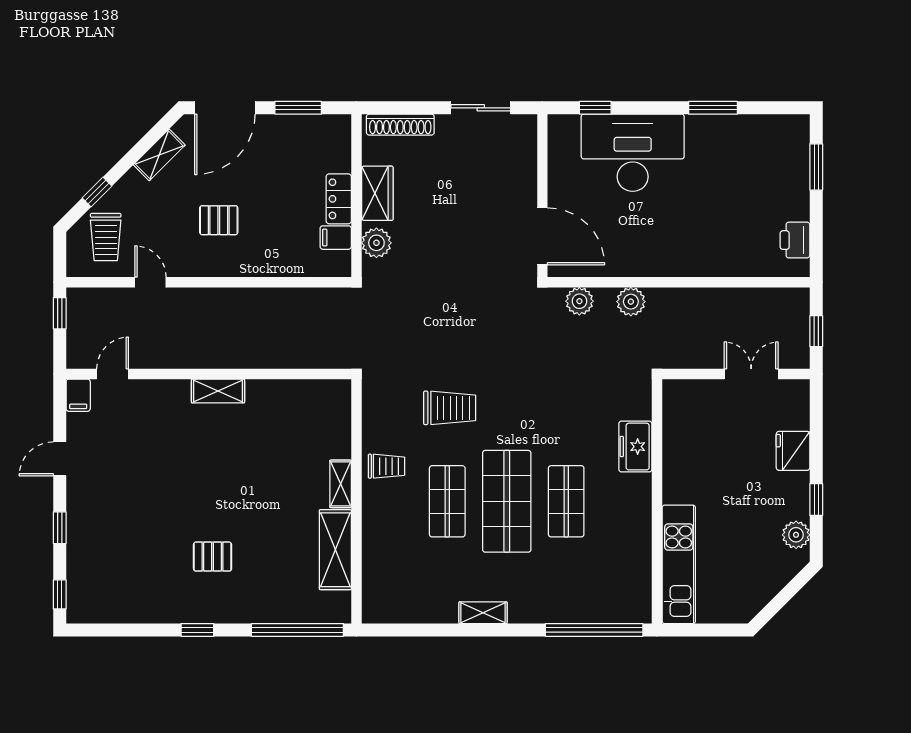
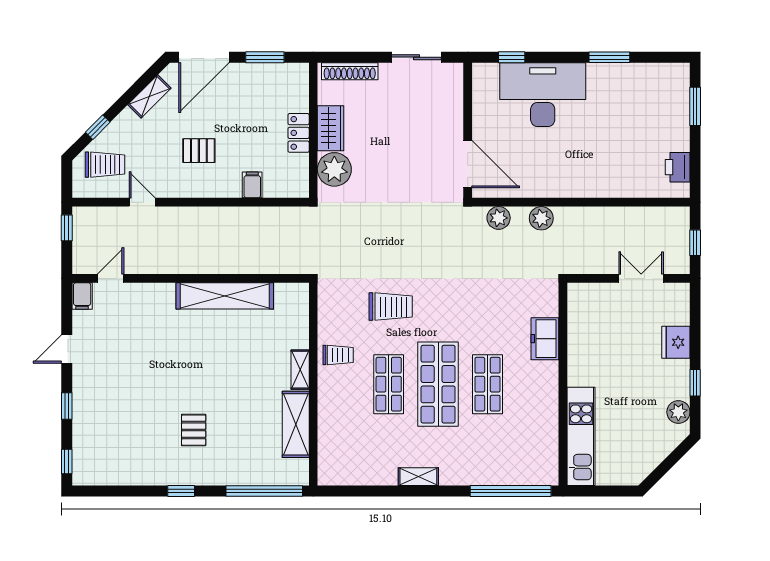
trolley: (106, 237) -> (105, 165), turned -90
filing cabinet: (336, 238) -> (252, 185), moved, turned 90
plant: (376, 243) -> (334, 169), width x1.36, depth x1.36
shelving: (218, 391) -> (225, 296), width x2.20, depth x1.33
pallet: (213, 557) -> (194, 430), turned 90

